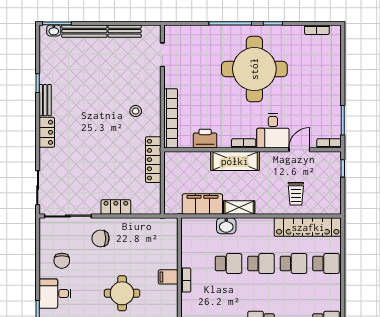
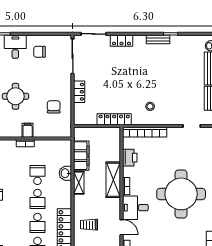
locker: (47, 132) -> (122, 41), moved
chair: (101, 238) -> (54, 107), moved
school desk: (229, 263) -> (37, 175), turned 180

